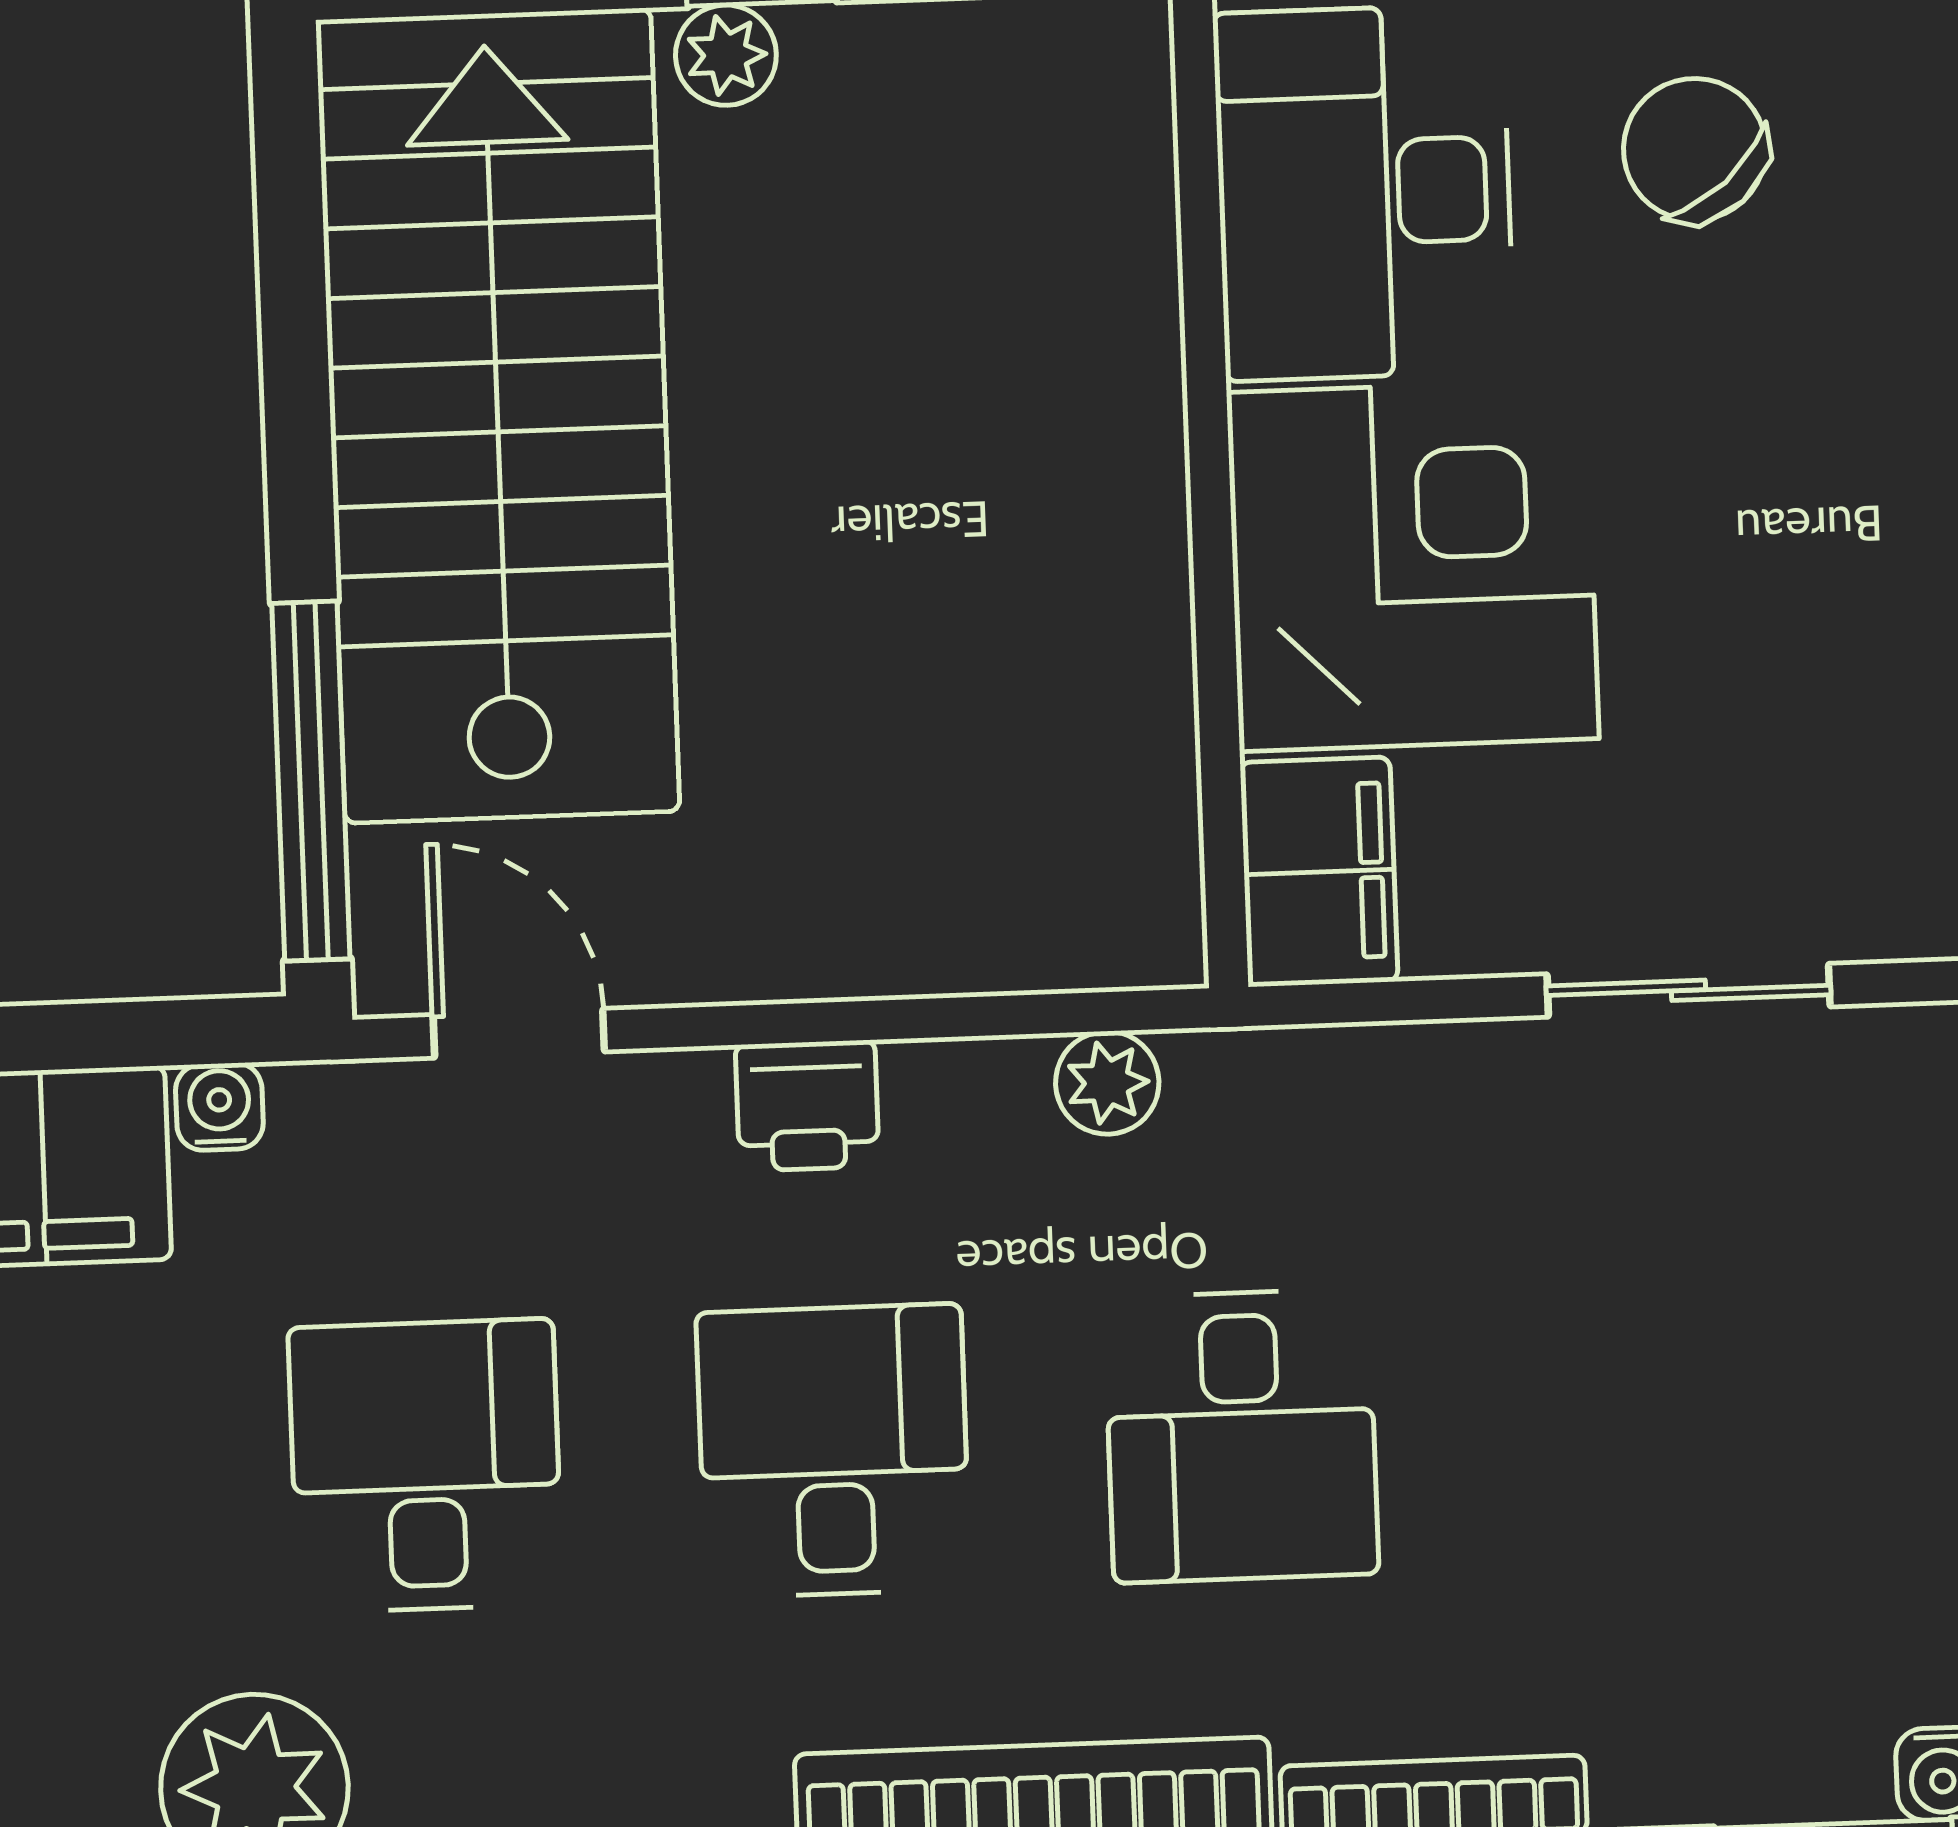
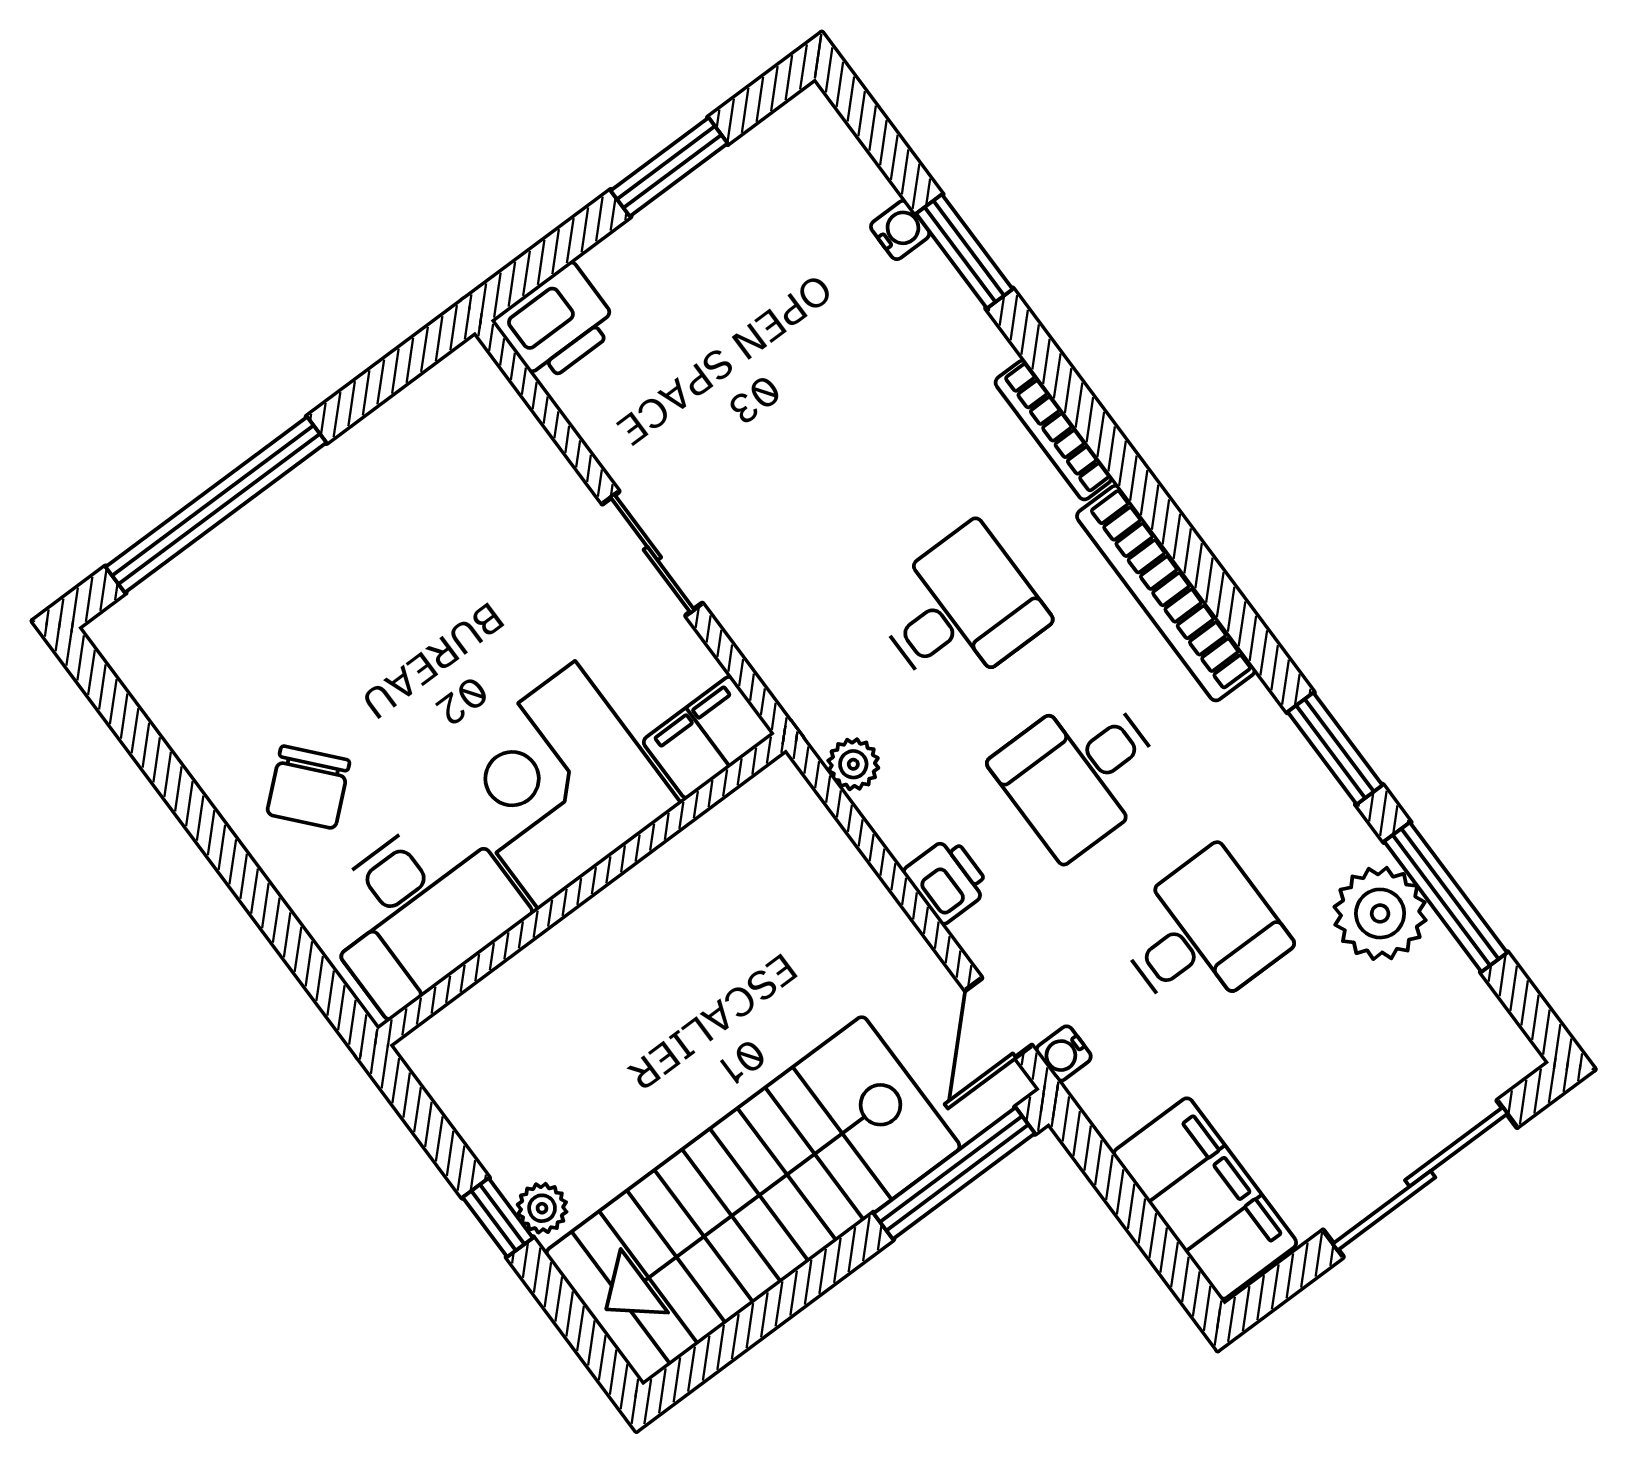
water cooler: (219, 1107) -> (1064, 1053), moved
desk: (425, 1466) -> (1201, 934), turned 180

